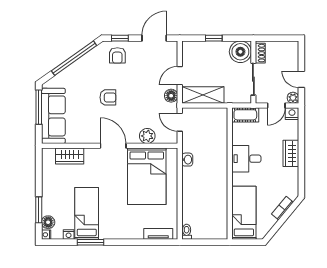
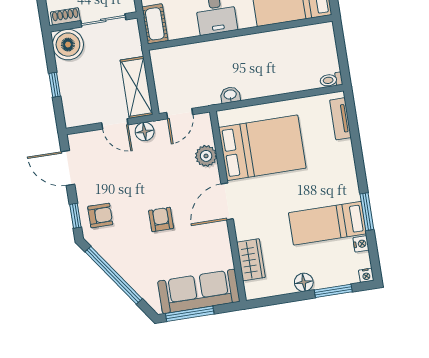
floor lamp: (48, 222) -> (304, 282), moved

